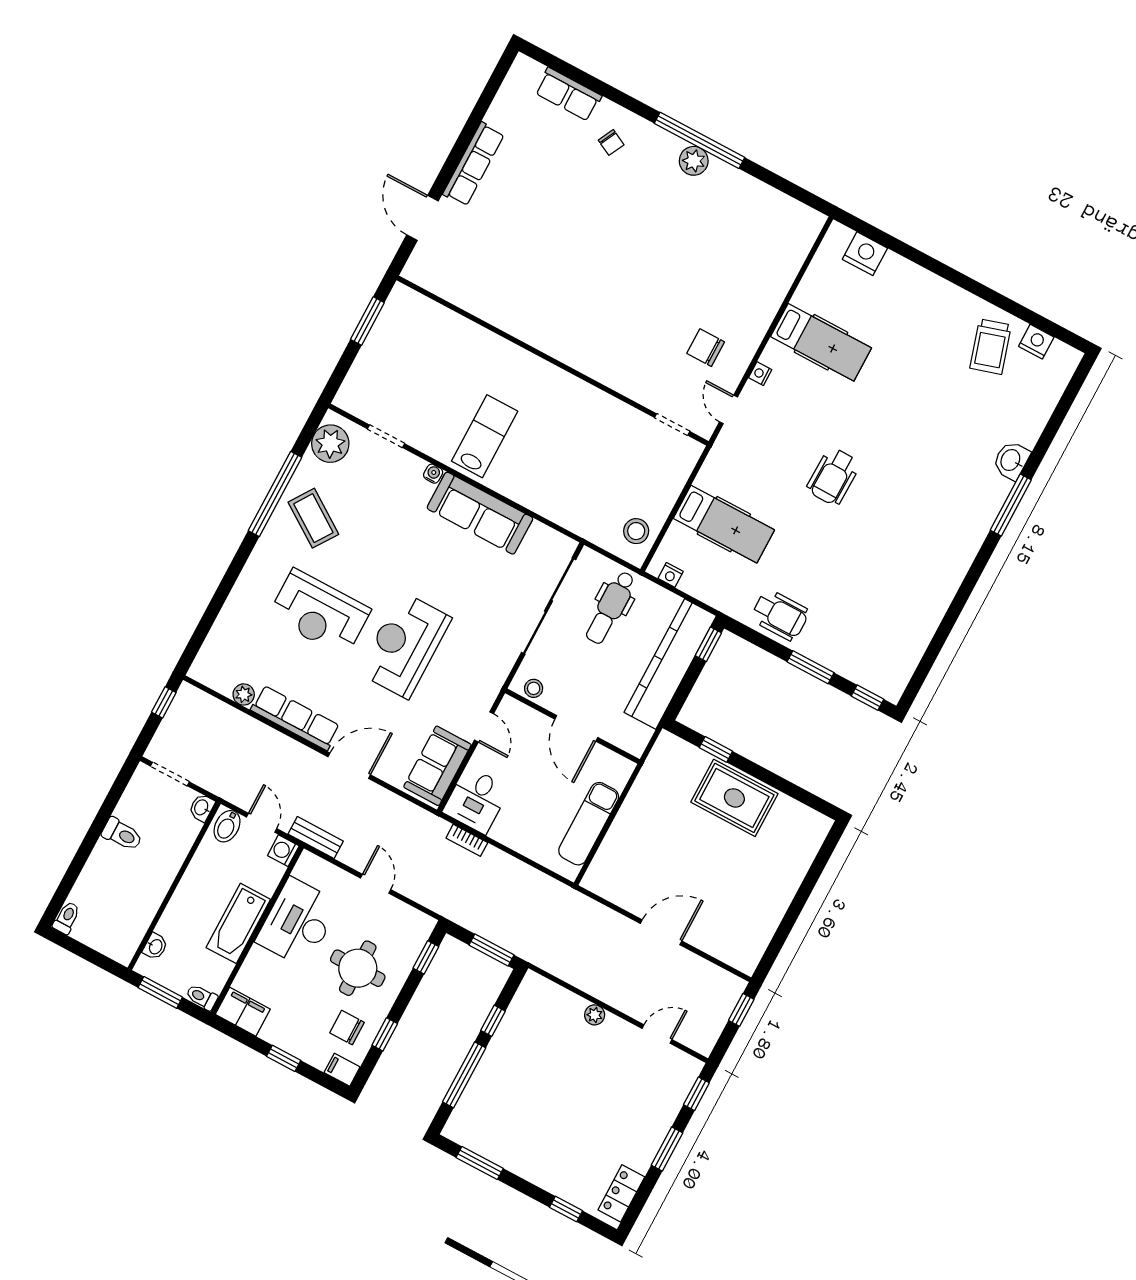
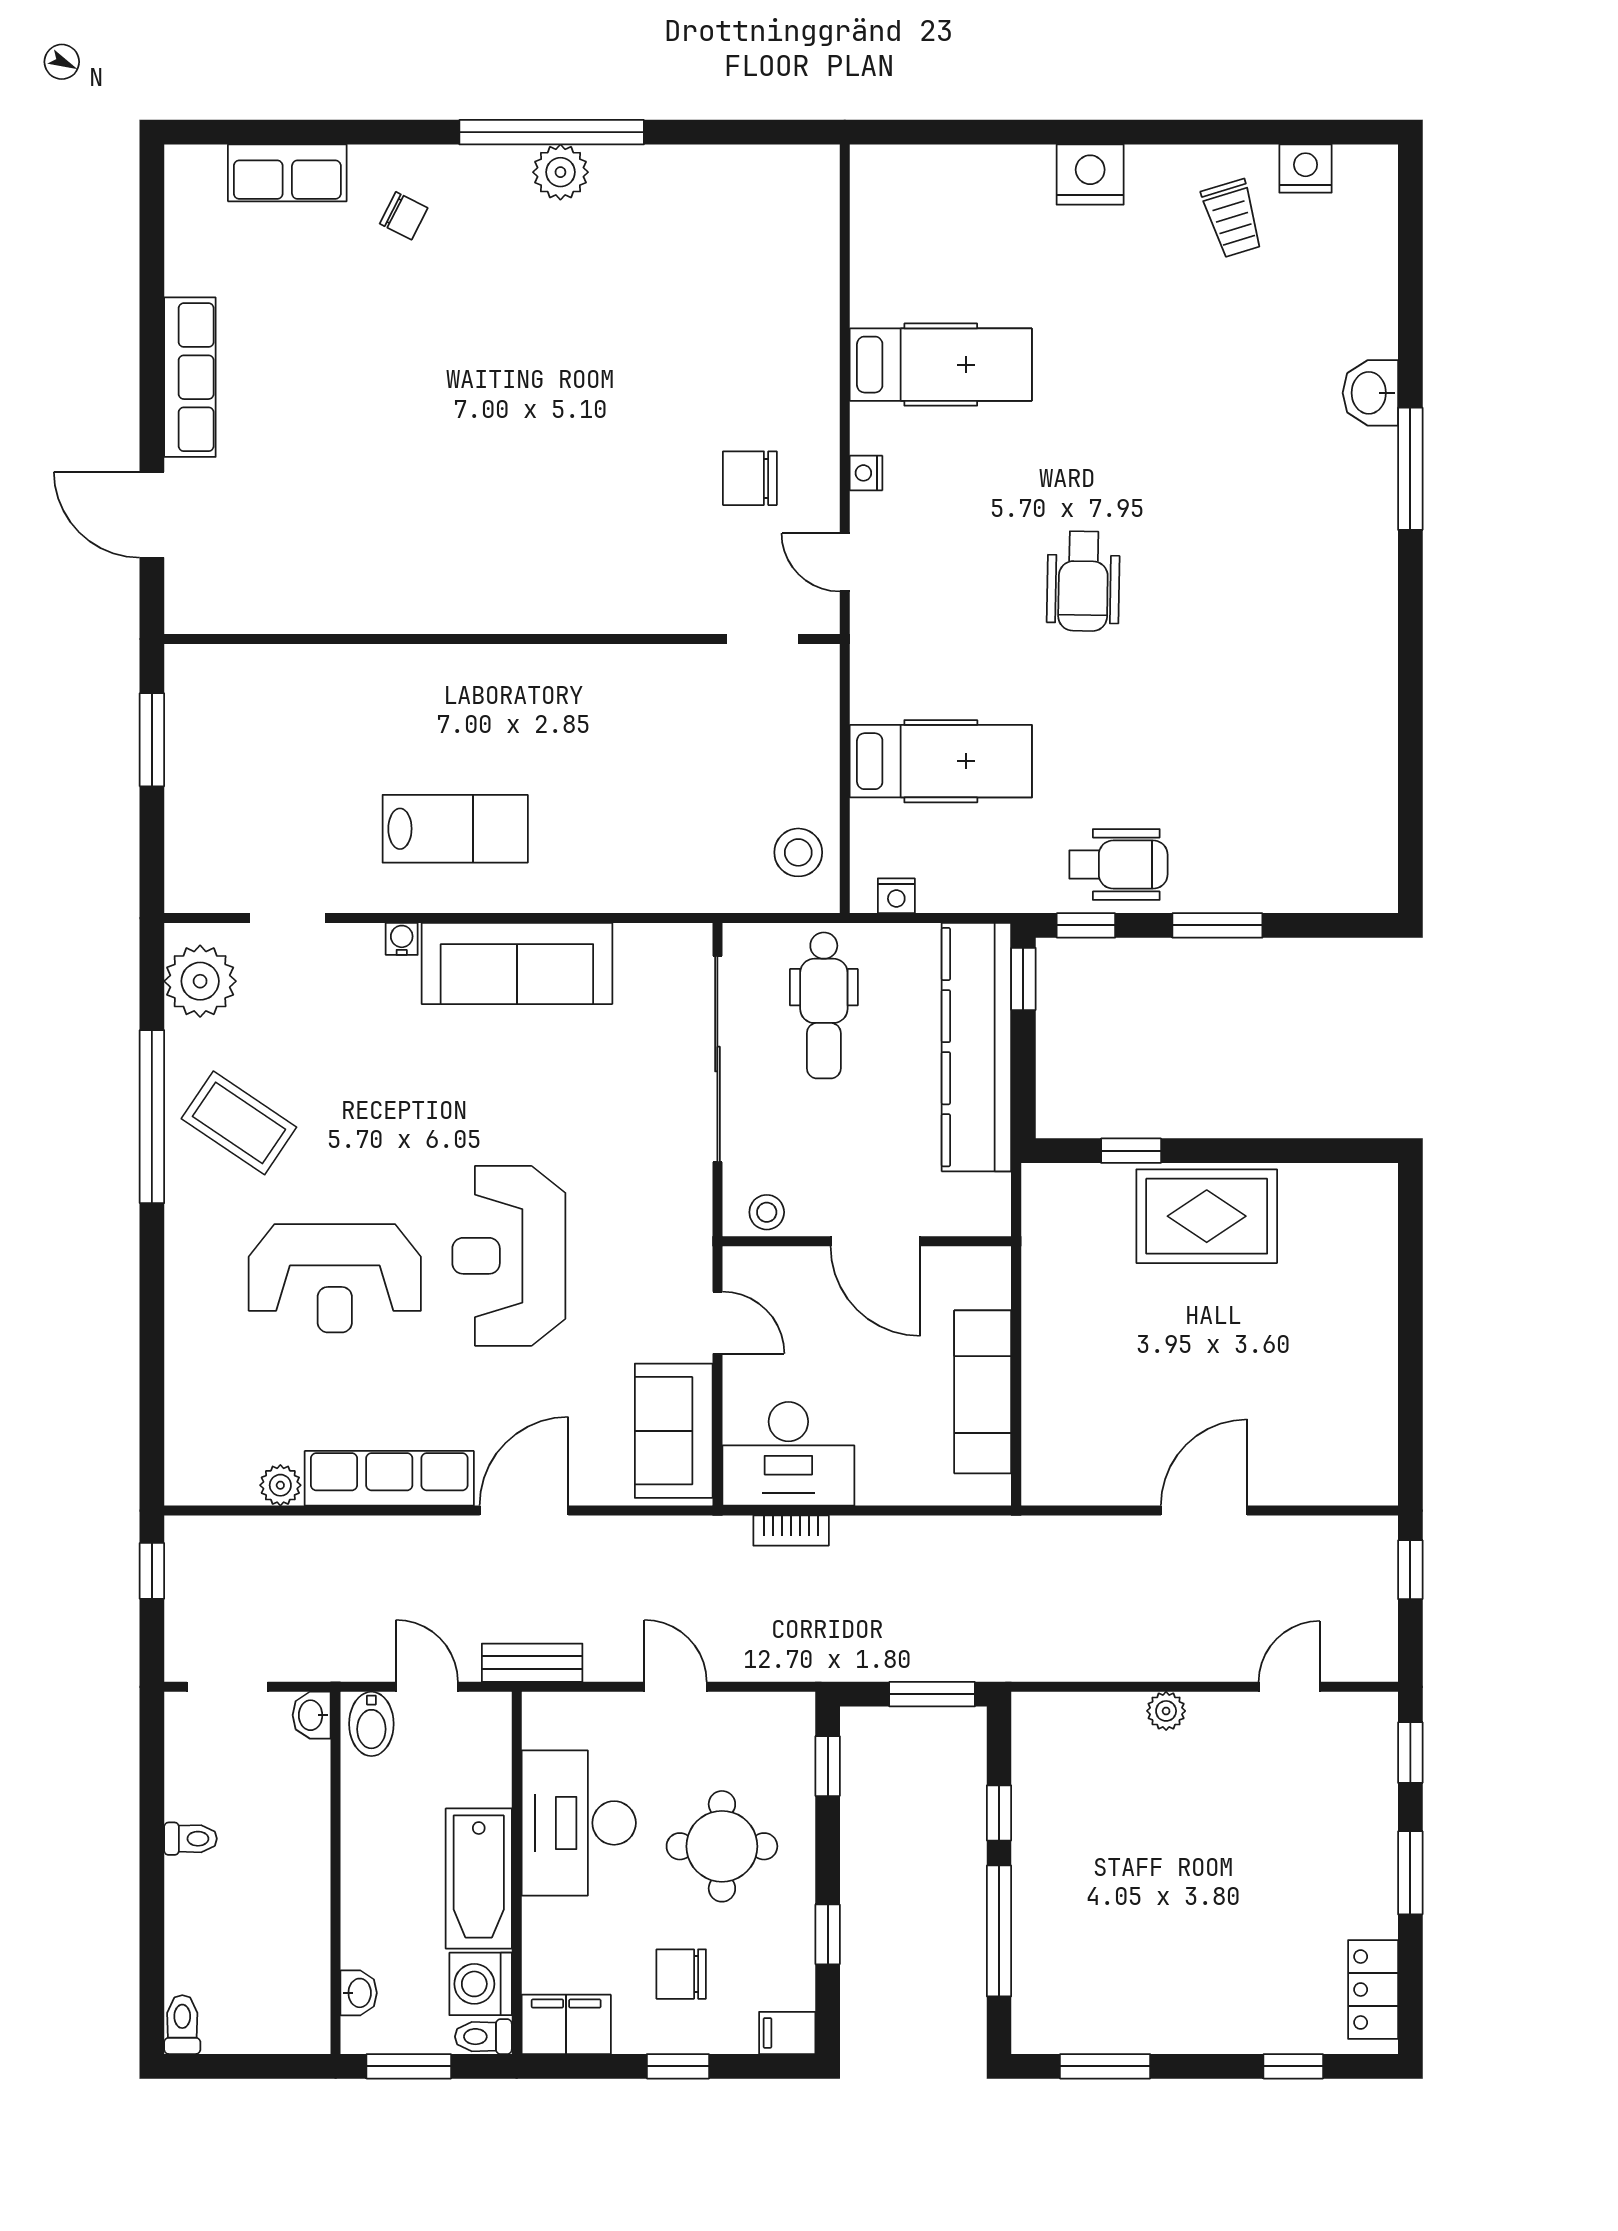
nightstand: (865, 254) -> (1090, 175), moved
trolley: (991, 347) -> (1232, 218), width x0.73, depth x0.72
lab bench: (485, 436) -> (455, 829), turned 90
window: (867, 698) -> (1086, 925), moved
desk: (476, 800) -> (788, 1454), width x1.37
toilet: (122, 834) -> (191, 1839), width x0.73, depth x0.72
washing machine: (283, 851) -> (481, 1984), moved, width x1.38, depth x1.38
chair: (347, 1028) -> (681, 1974), moved

